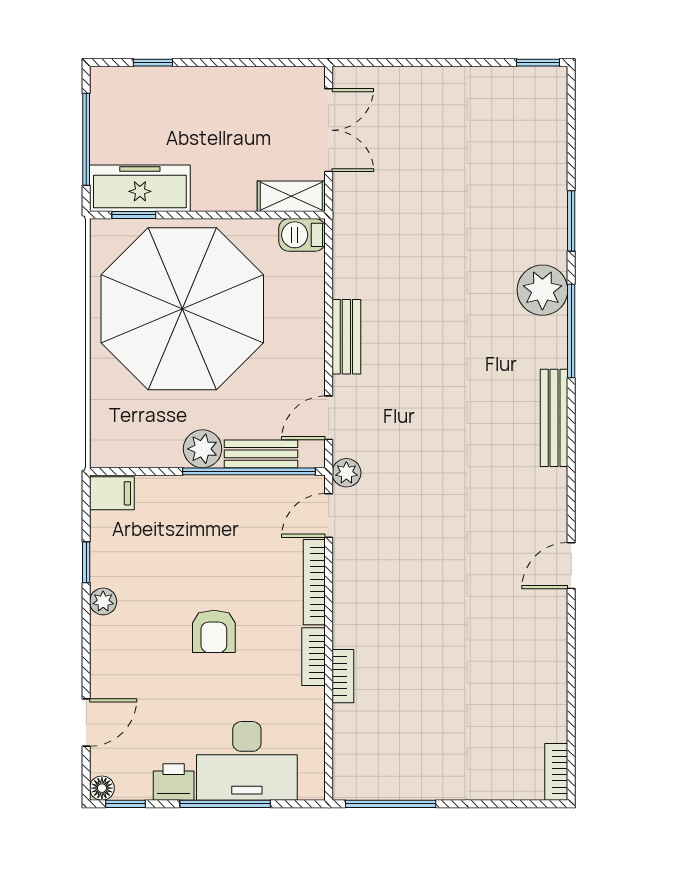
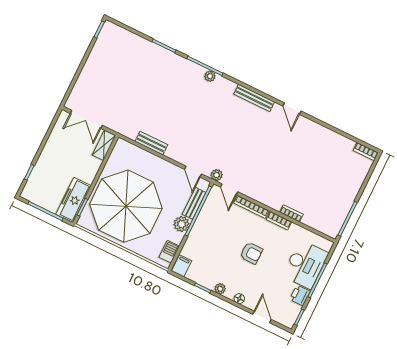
double door: (329, 130) -> (86, 119), swing flipped
barbecue: (302, 235) -> (169, 252), moved, turned 180
plant: (542, 290) -> (210, 76), moved, width x0.53, depth x0.53
bench: (346, 337) -> (151, 143), moved
bench: (554, 418) -> (254, 98), moved
floor lamp: (102, 788) -> (239, 299), moved

